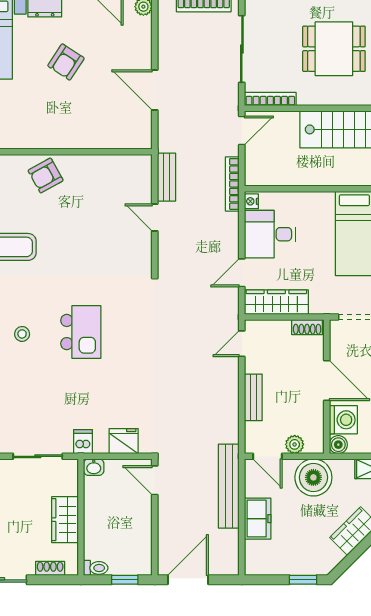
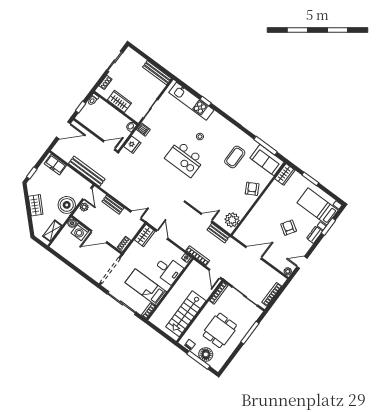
plant: (126, 170) -> (232, 220), added
desk: (270, 234) -> (168, 270), moved, turned 90
wardrobe: (276, 302) -> (145, 235), width x0.67
kitchen island: (81, 332) -> (184, 159), width x1.37, depth x1.28
door: (242, 344) -> (136, 215), hinge flipped
door: (267, 456) -> (87, 194), swing flipped
freezer: (258, 519) -> (55, 165), moved
door: (188, 580) -> (63, 130), hinge flipped

